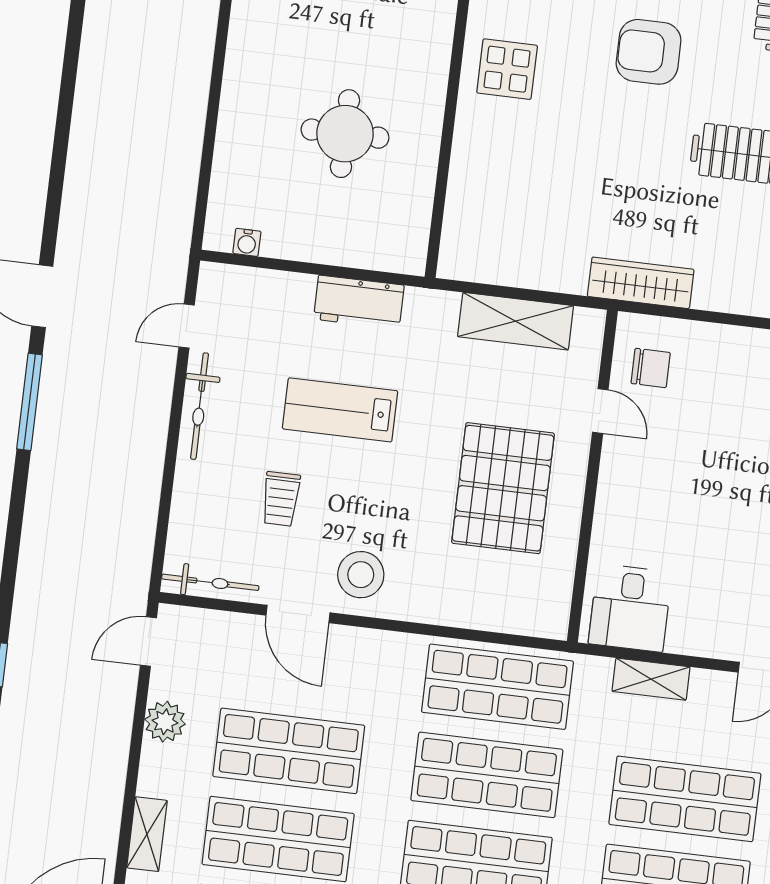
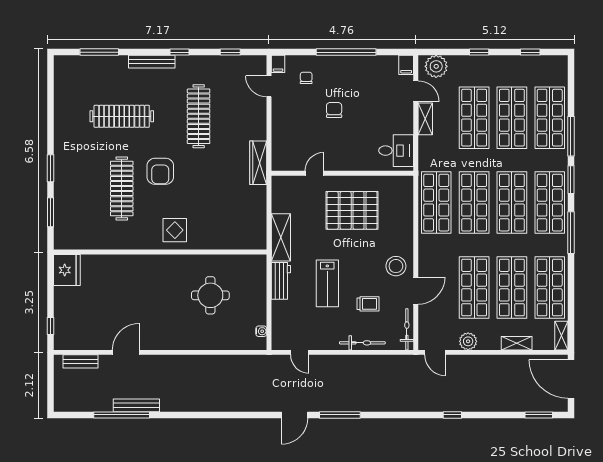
shelving: (516, 321) -> (281, 237), moved
chair: (651, 368) -> (334, 110), moved
bicycle: (200, 406) -> (362, 343), moved
shelving: (651, 679) -> (425, 119), moved

